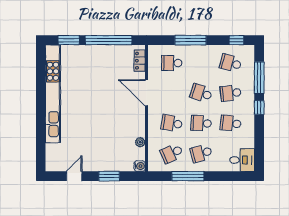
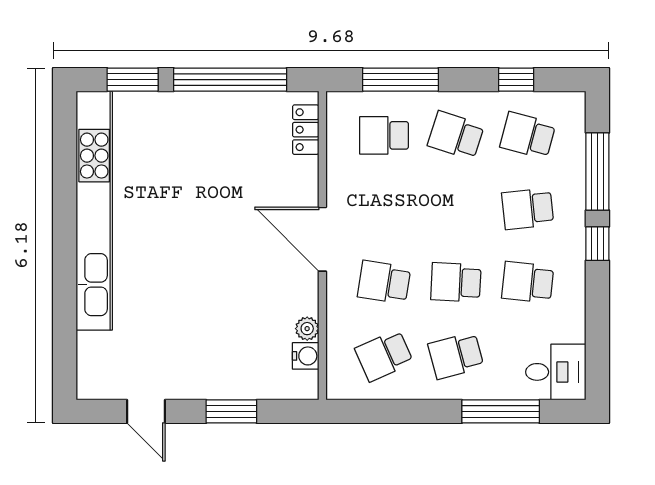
window: (190, 40) -> (401, 80), moved
window: (236, 40) -> (516, 80), moved
door: (146, 93) -> (322, 239), moved
school desk: (201, 93) -> (456, 135), moved
water cooler: (140, 166) -> (306, 356), moved
door: (74, 176) -> (146, 411), swing flipped
window: (188, 176) -> (501, 411), moved

